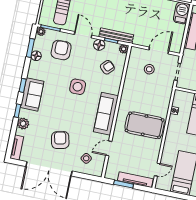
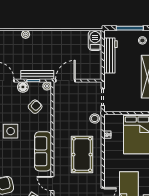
door: (159, 50) -> (65, 81), moved
stool: (149, 69) -> (95, 119), moved
pool table: (145, 125) -> (82, 155), turned 90
door: (109, 148) -> (52, 184), hinge flipped

